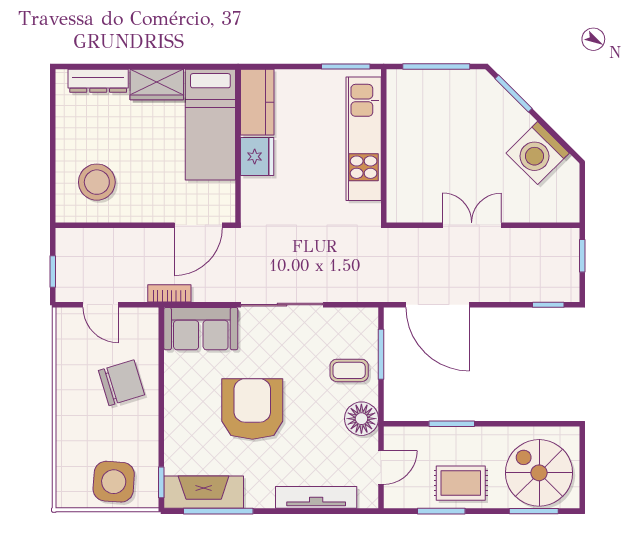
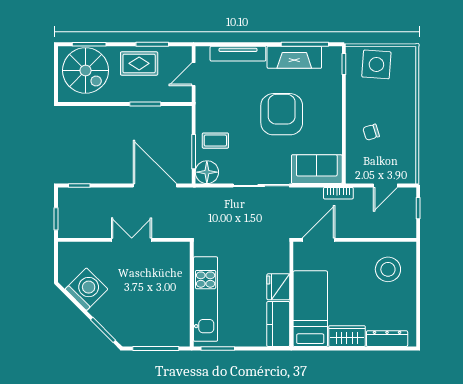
double door: (472, 225) -> (132, 240), swing flipped
door: (101, 305) -> (385, 186), swing flipped
chair: (121, 383) -> (371, 132), width x0.54, depth x0.54
armchair: (252, 409) -> (282, 114), turned 180
floor lamp: (361, 419) -> (207, 172), moved
fireplace: (204, 492) -> (294, 57), moved

